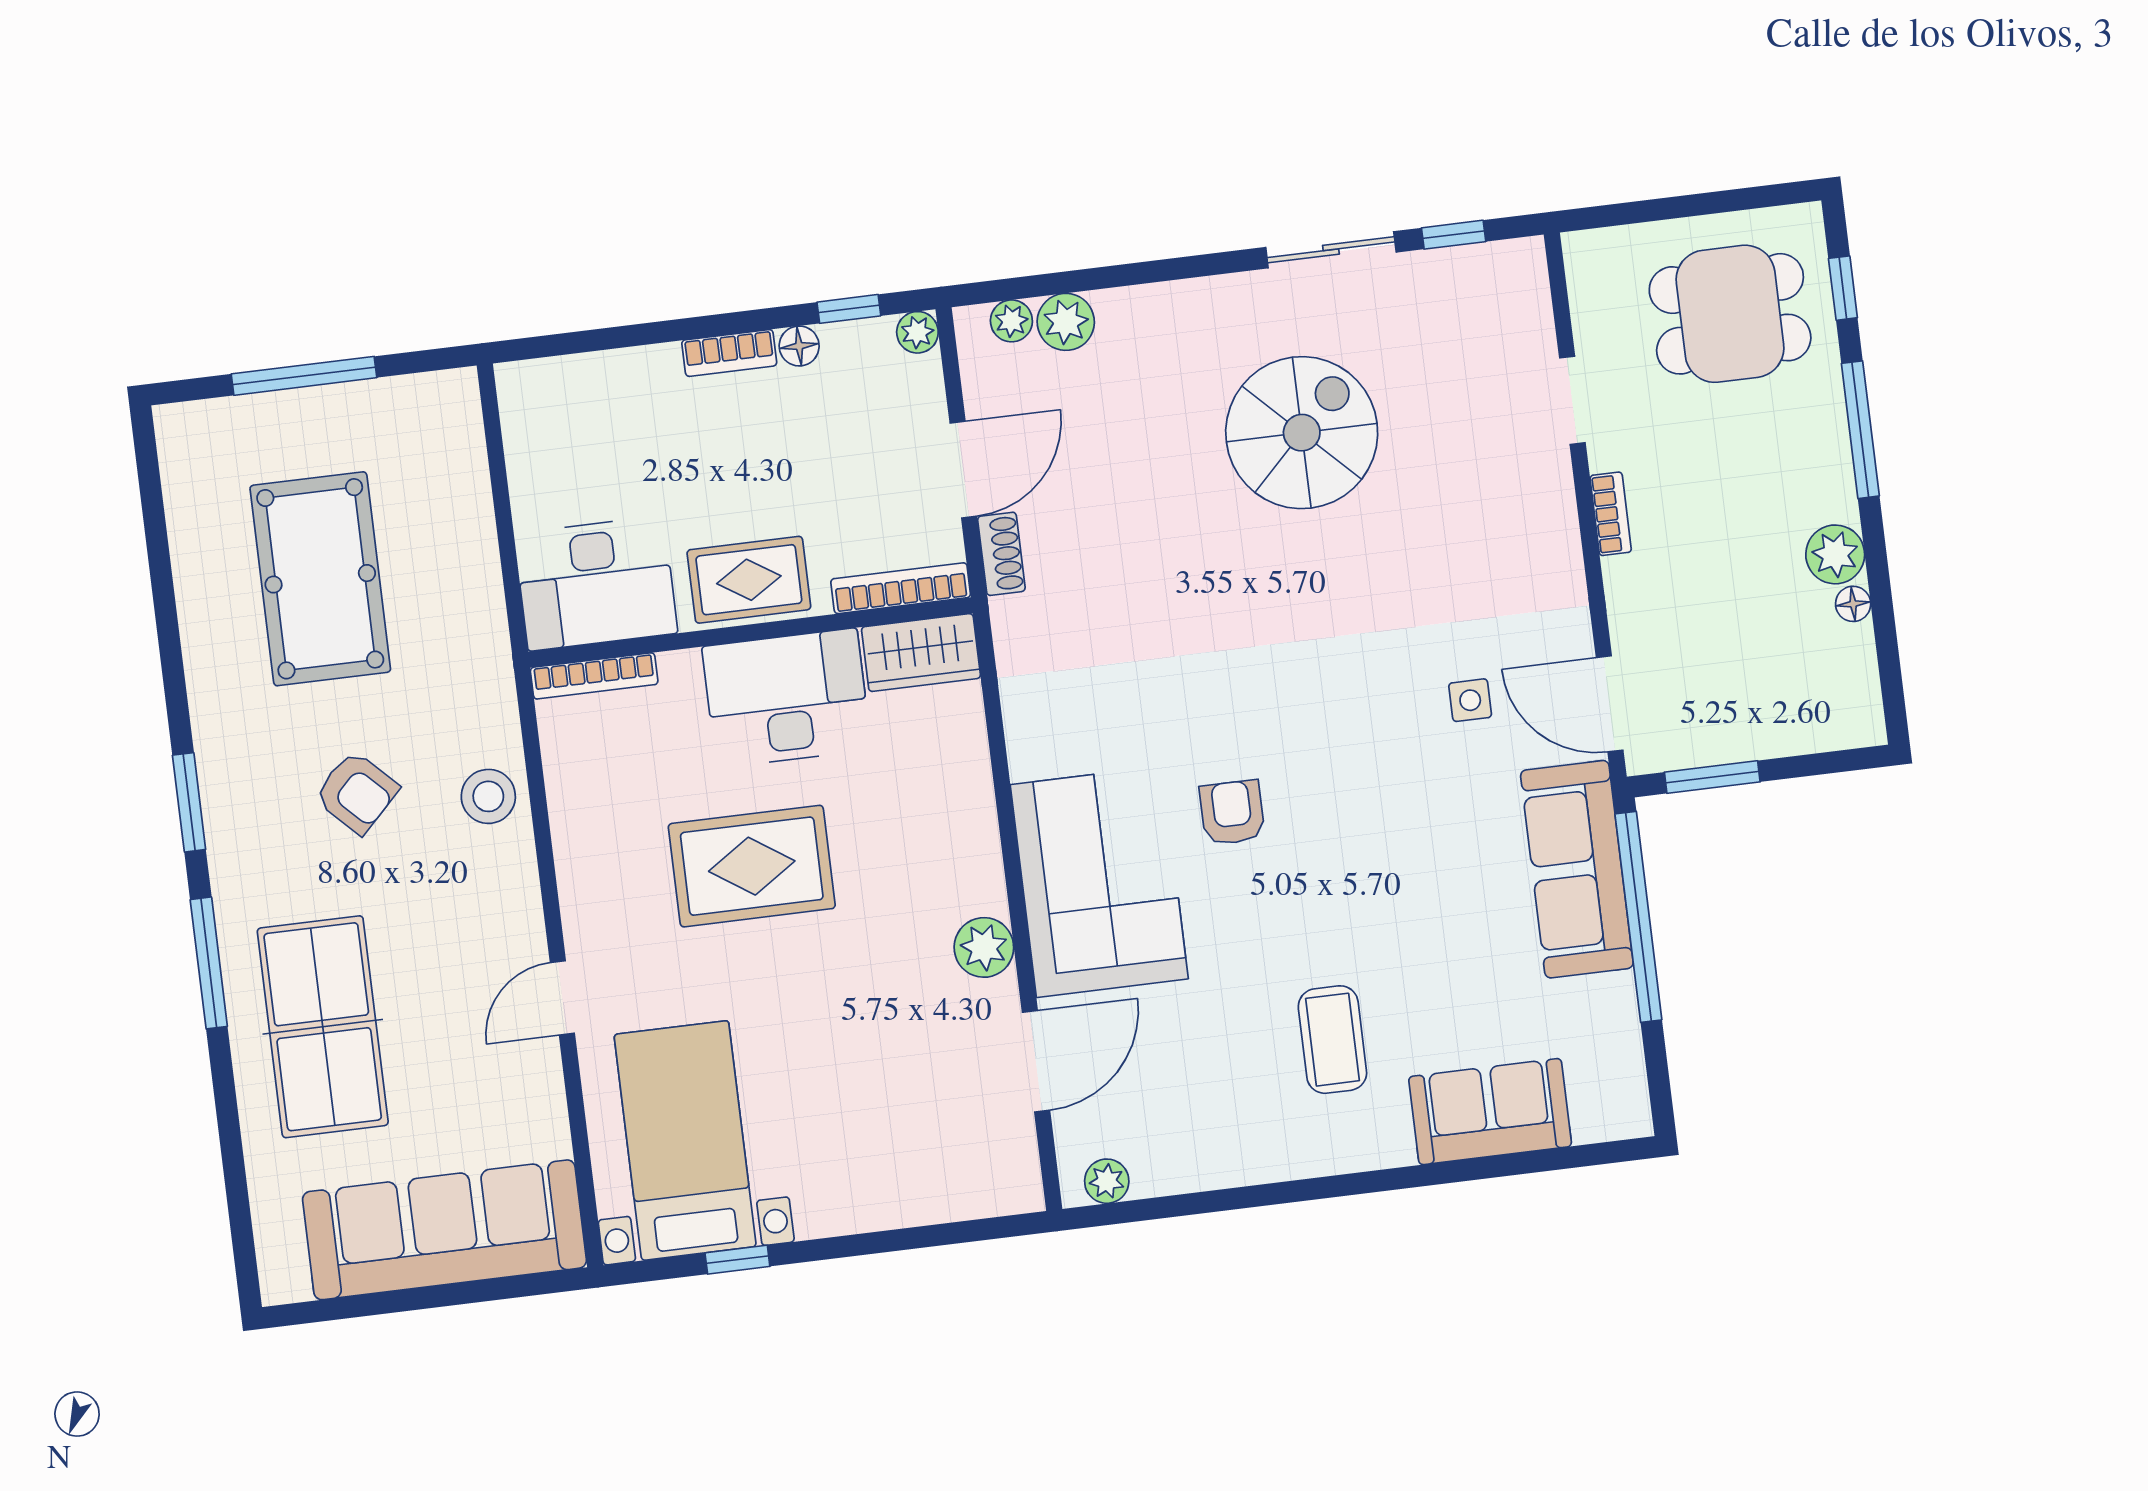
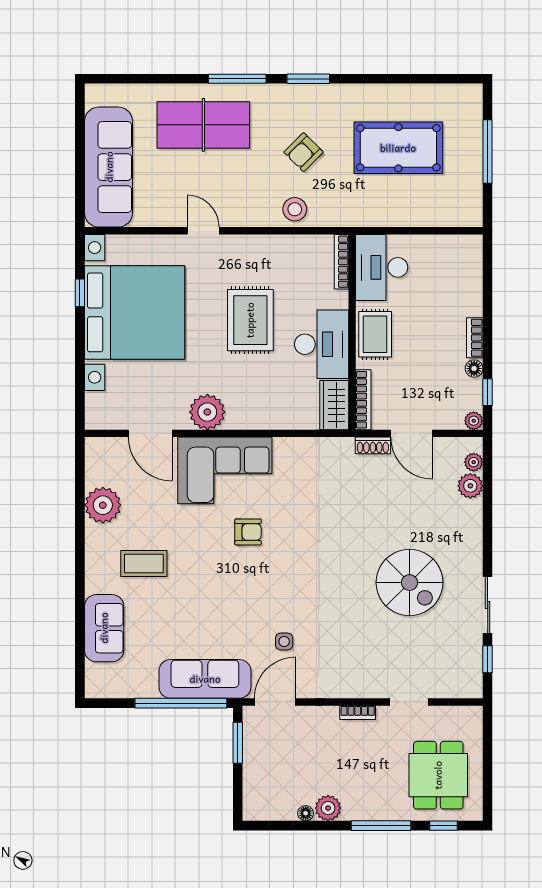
plant: (984, 947) -> (207, 412), width x1.36, depth x1.36
bed with nightstands: (685, 1140) -> (135, 312), width x1.85
plant: (1107, 1181) -> (103, 505), moved, width x1.87, depth x1.87

